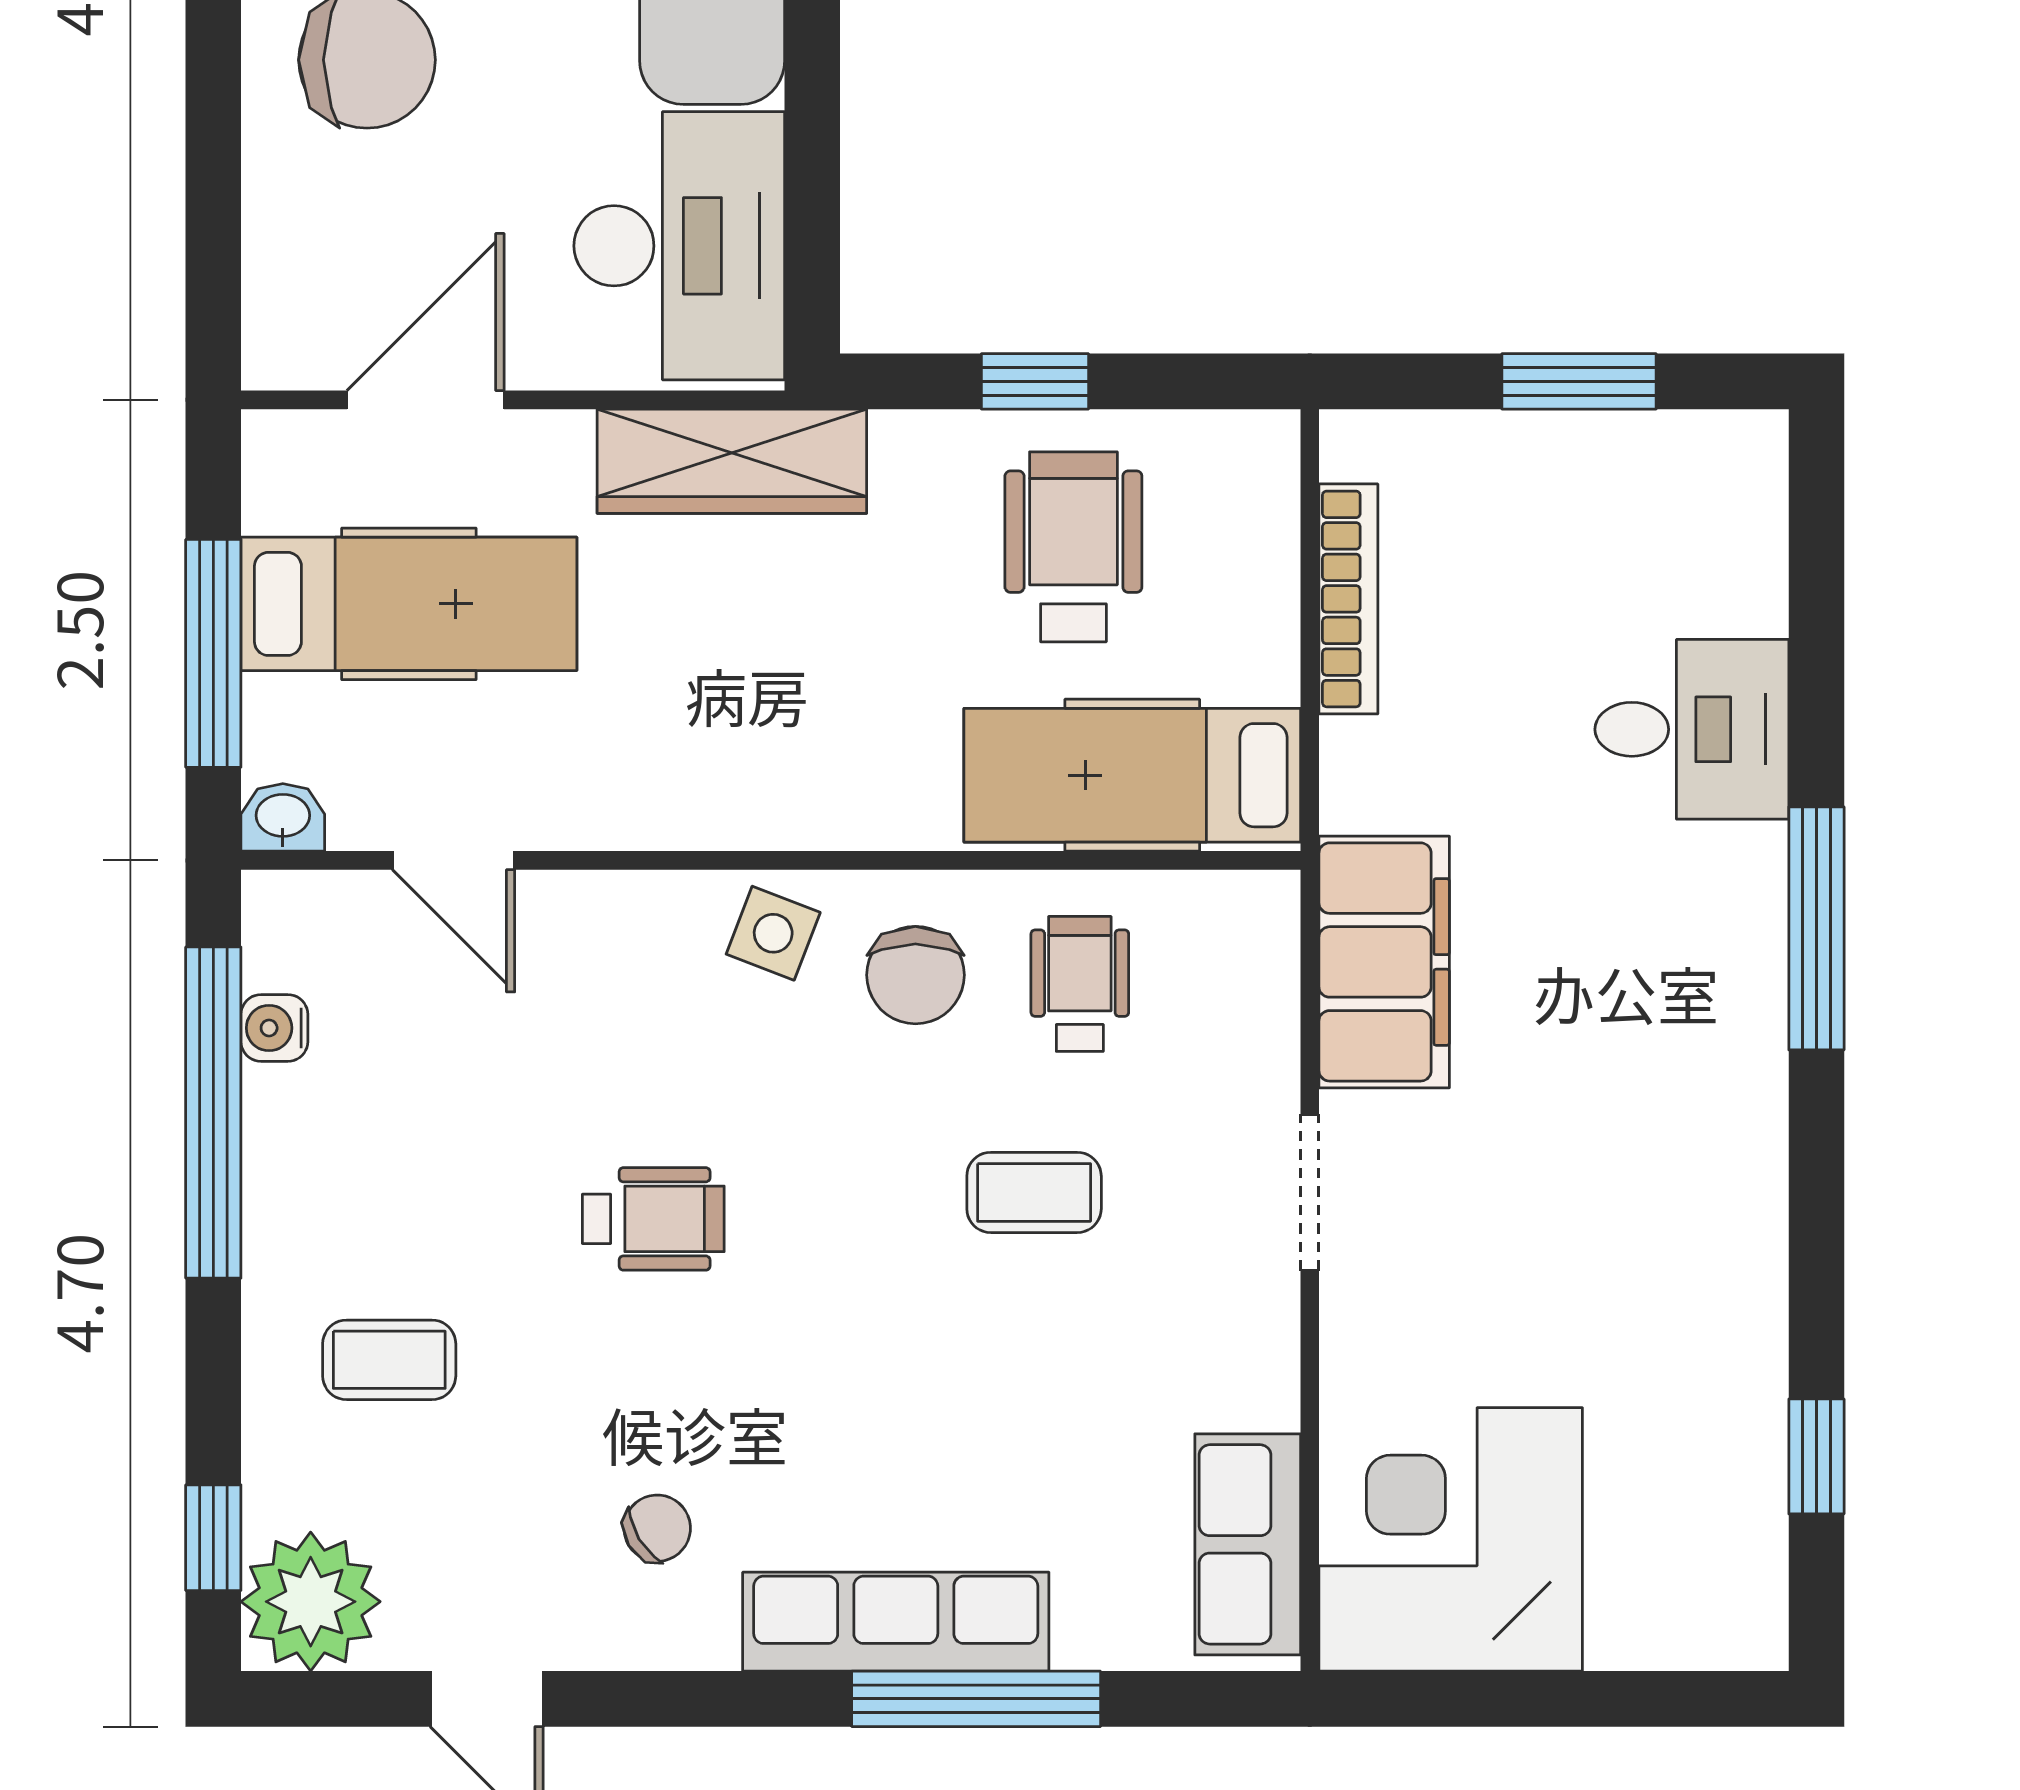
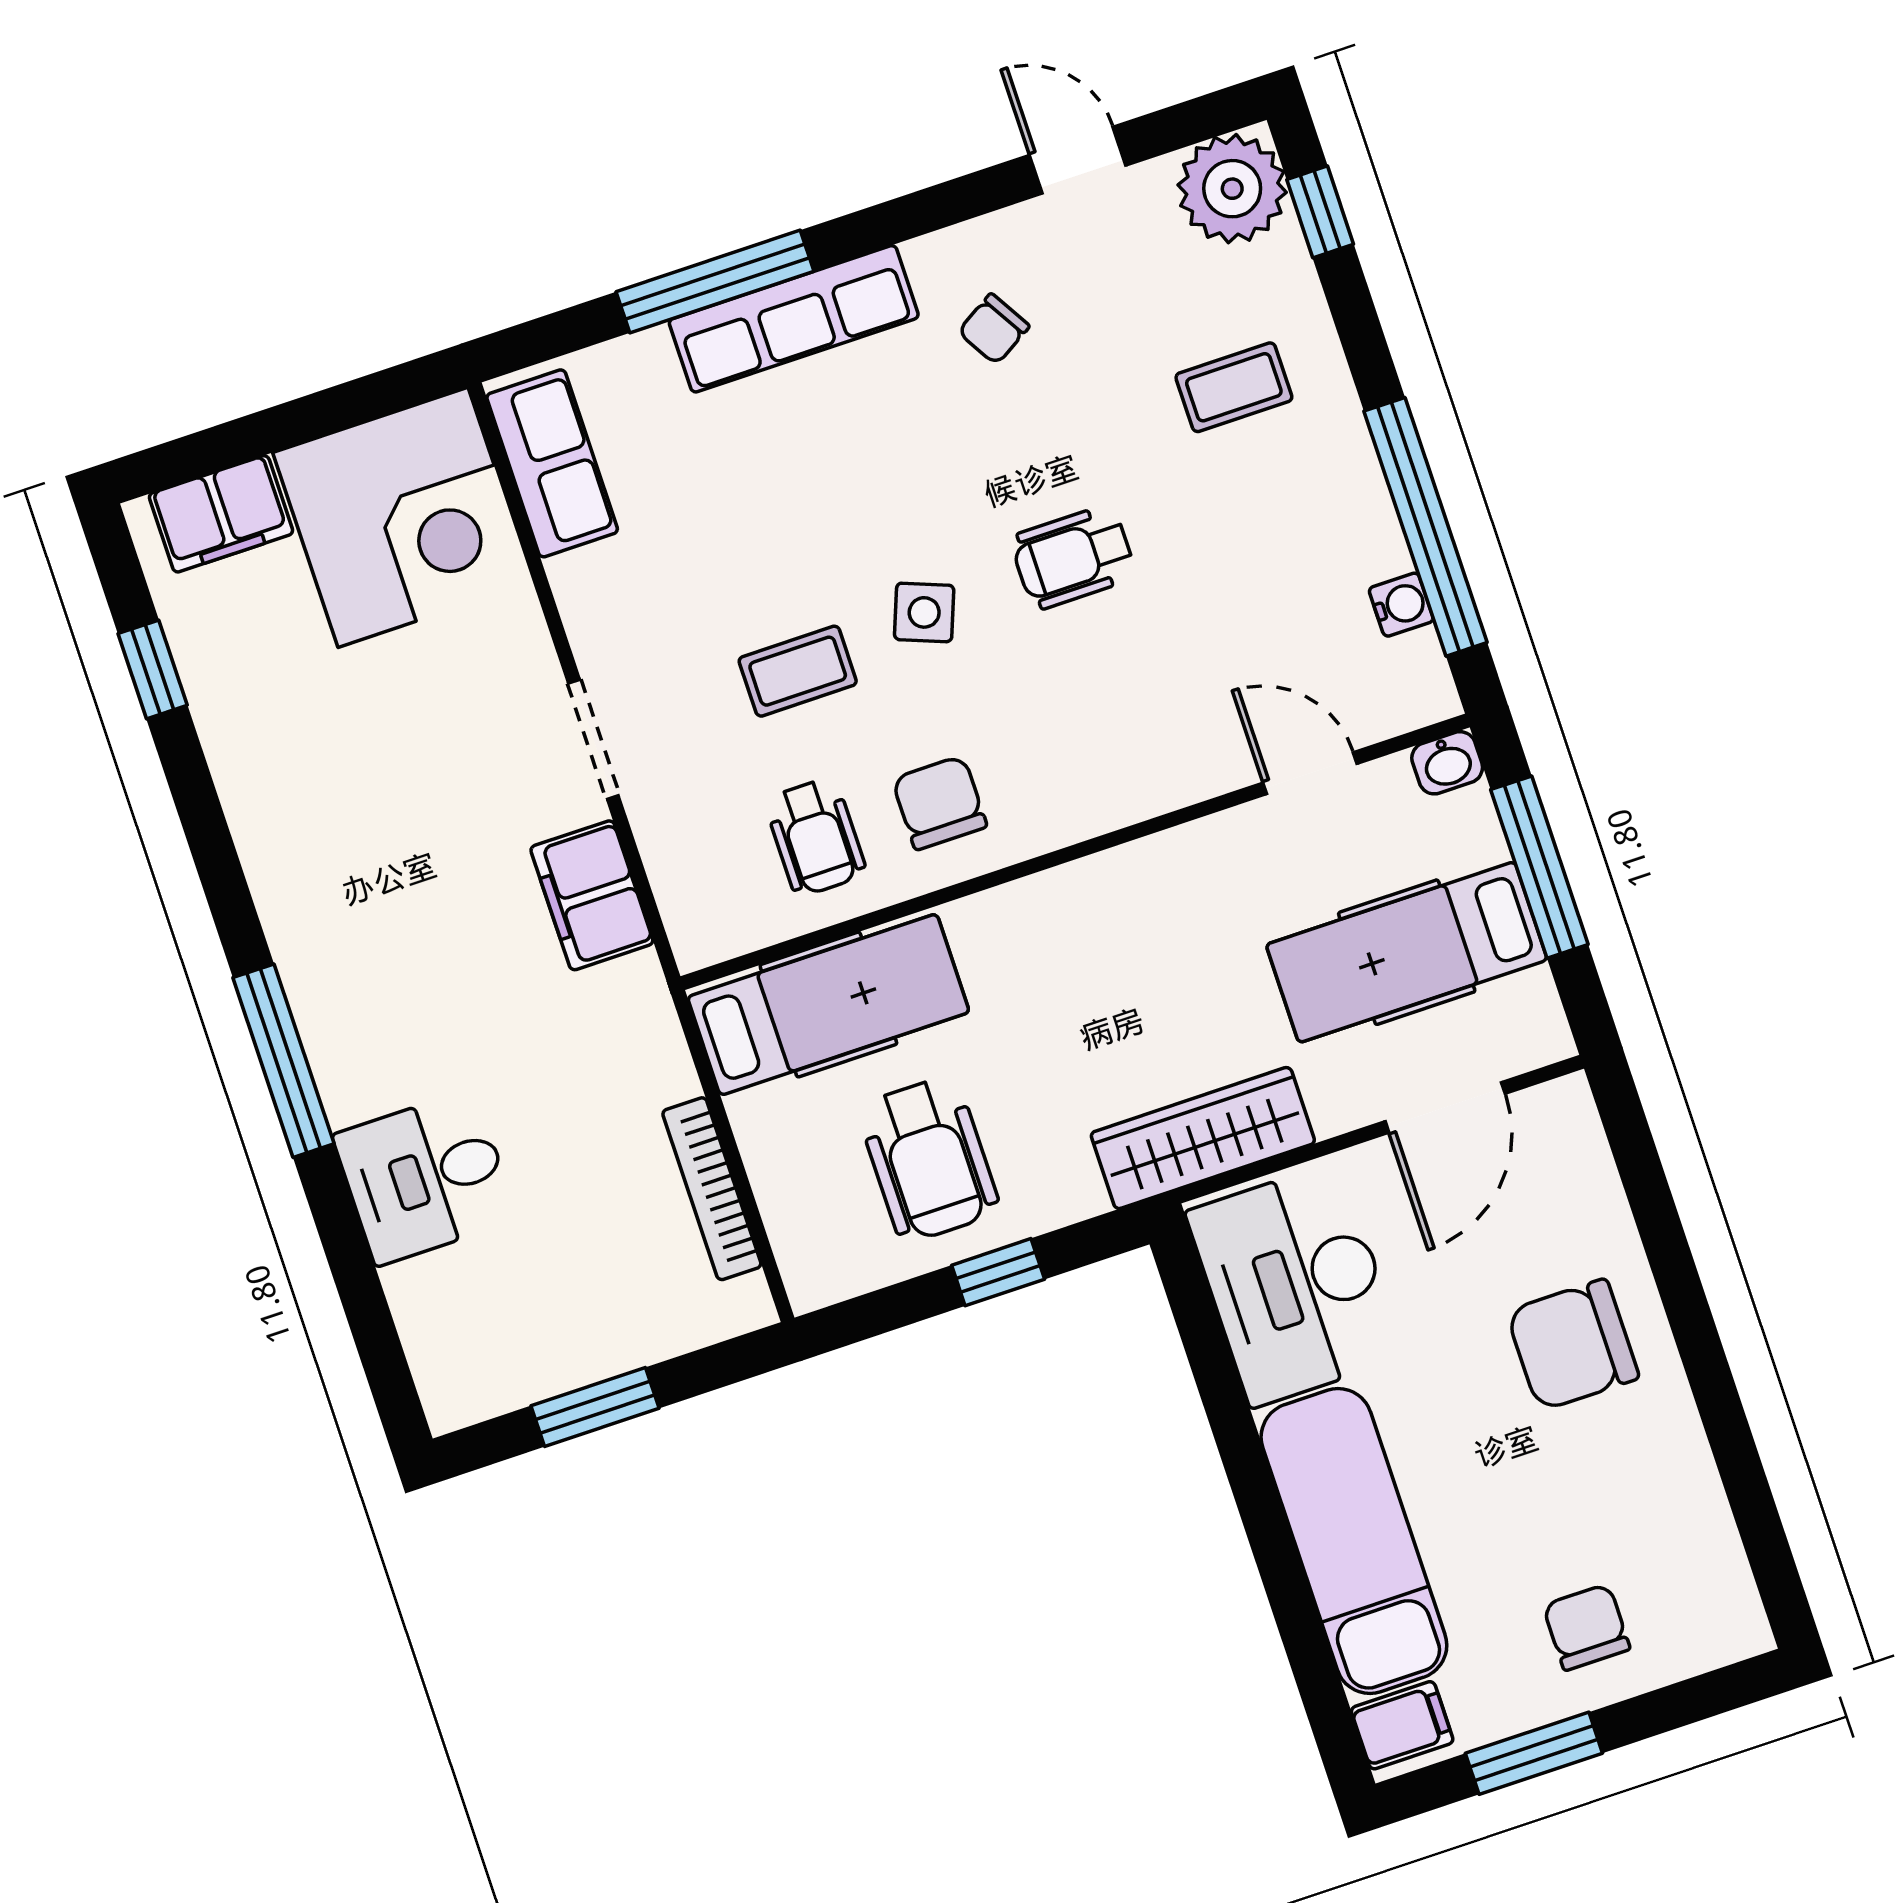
side table: (773, 933) -> (924, 612), moved
filing cabinet: (1384, 962) -> (592, 895), width x0.67, depth x0.86
filing cabinet: (1670, 1618) -> (221, 514), added

